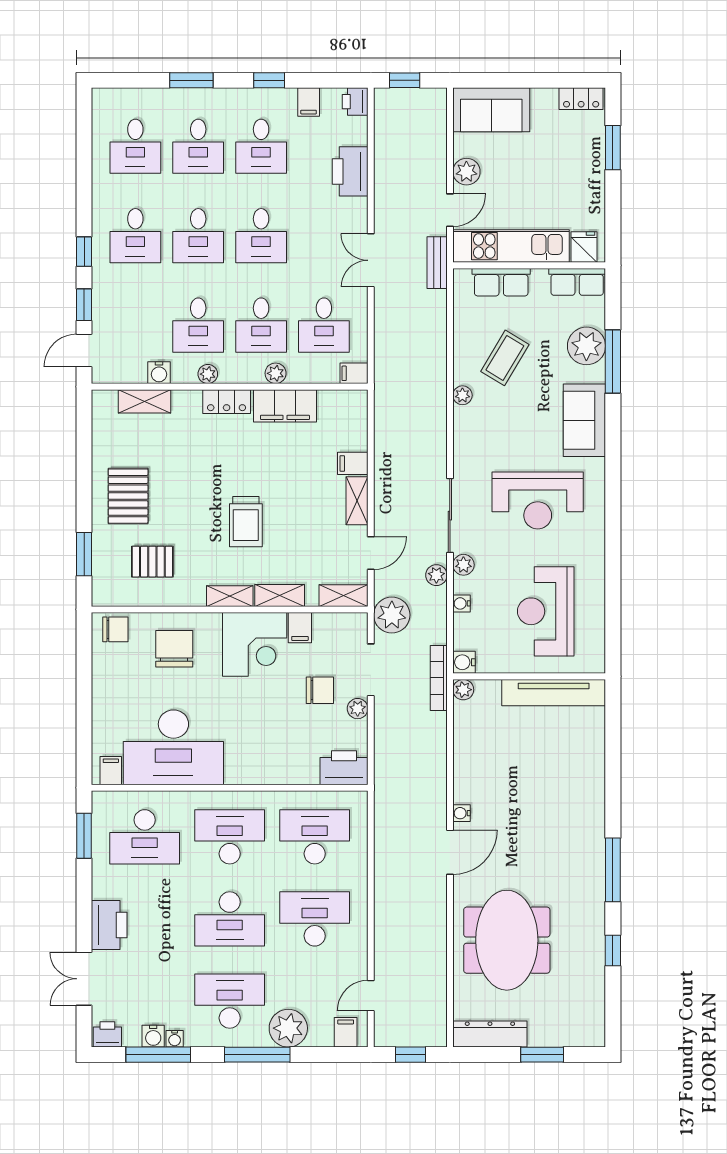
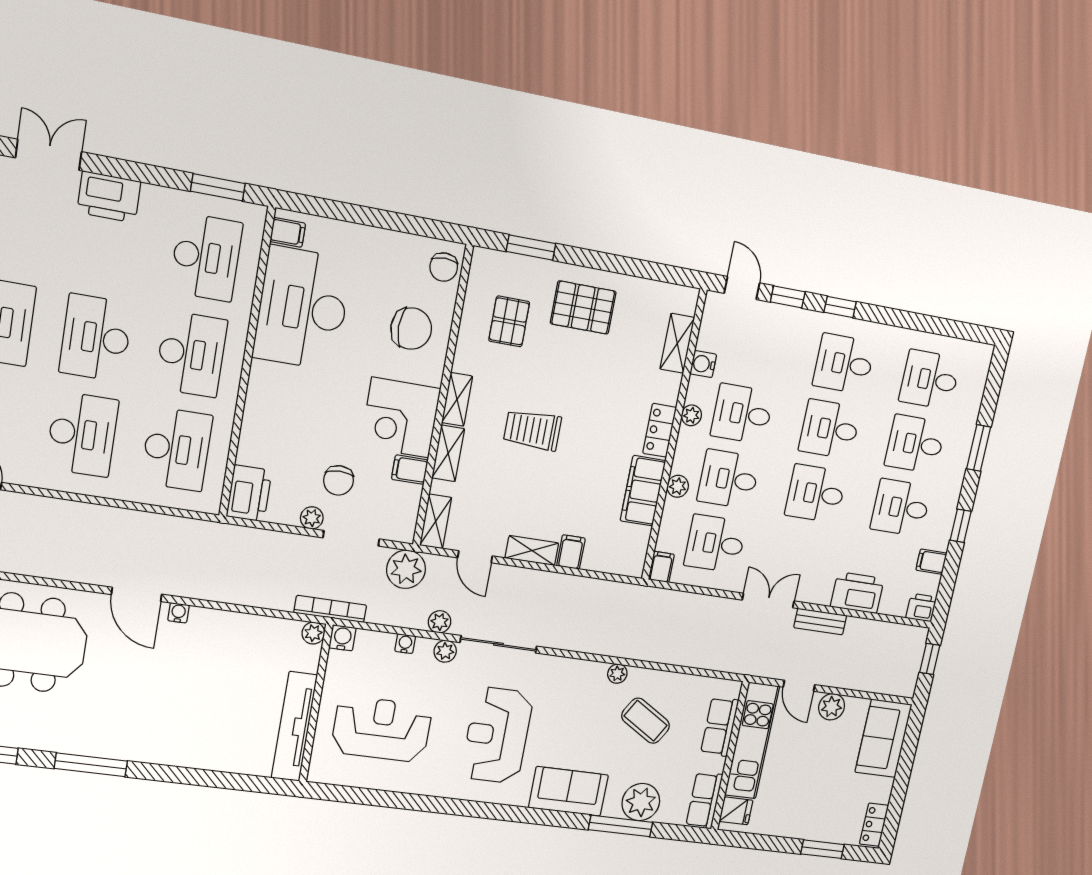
bench: (437, 263) -> (820, 622), moved
desk: (145, 837) -> (206, 257), turned 180

